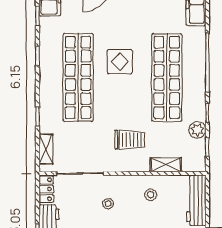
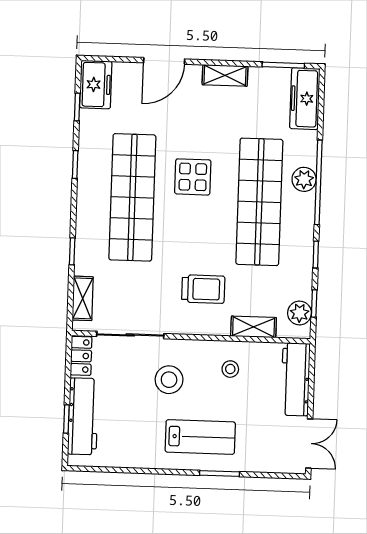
plant: (197, 61) -> (304, 179), added
plant: (197, 130) -> (300, 313), moved
stool: (108, 204) -> (169, 380), width x1.89, depth x1.89

